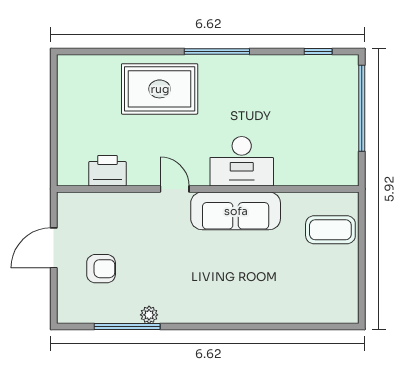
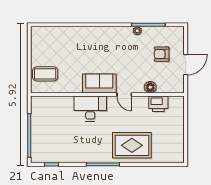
floor lamp: (124, 203) -> (150, 87), added
sofa: (236, 211) -> (99, 83), width x0.73

